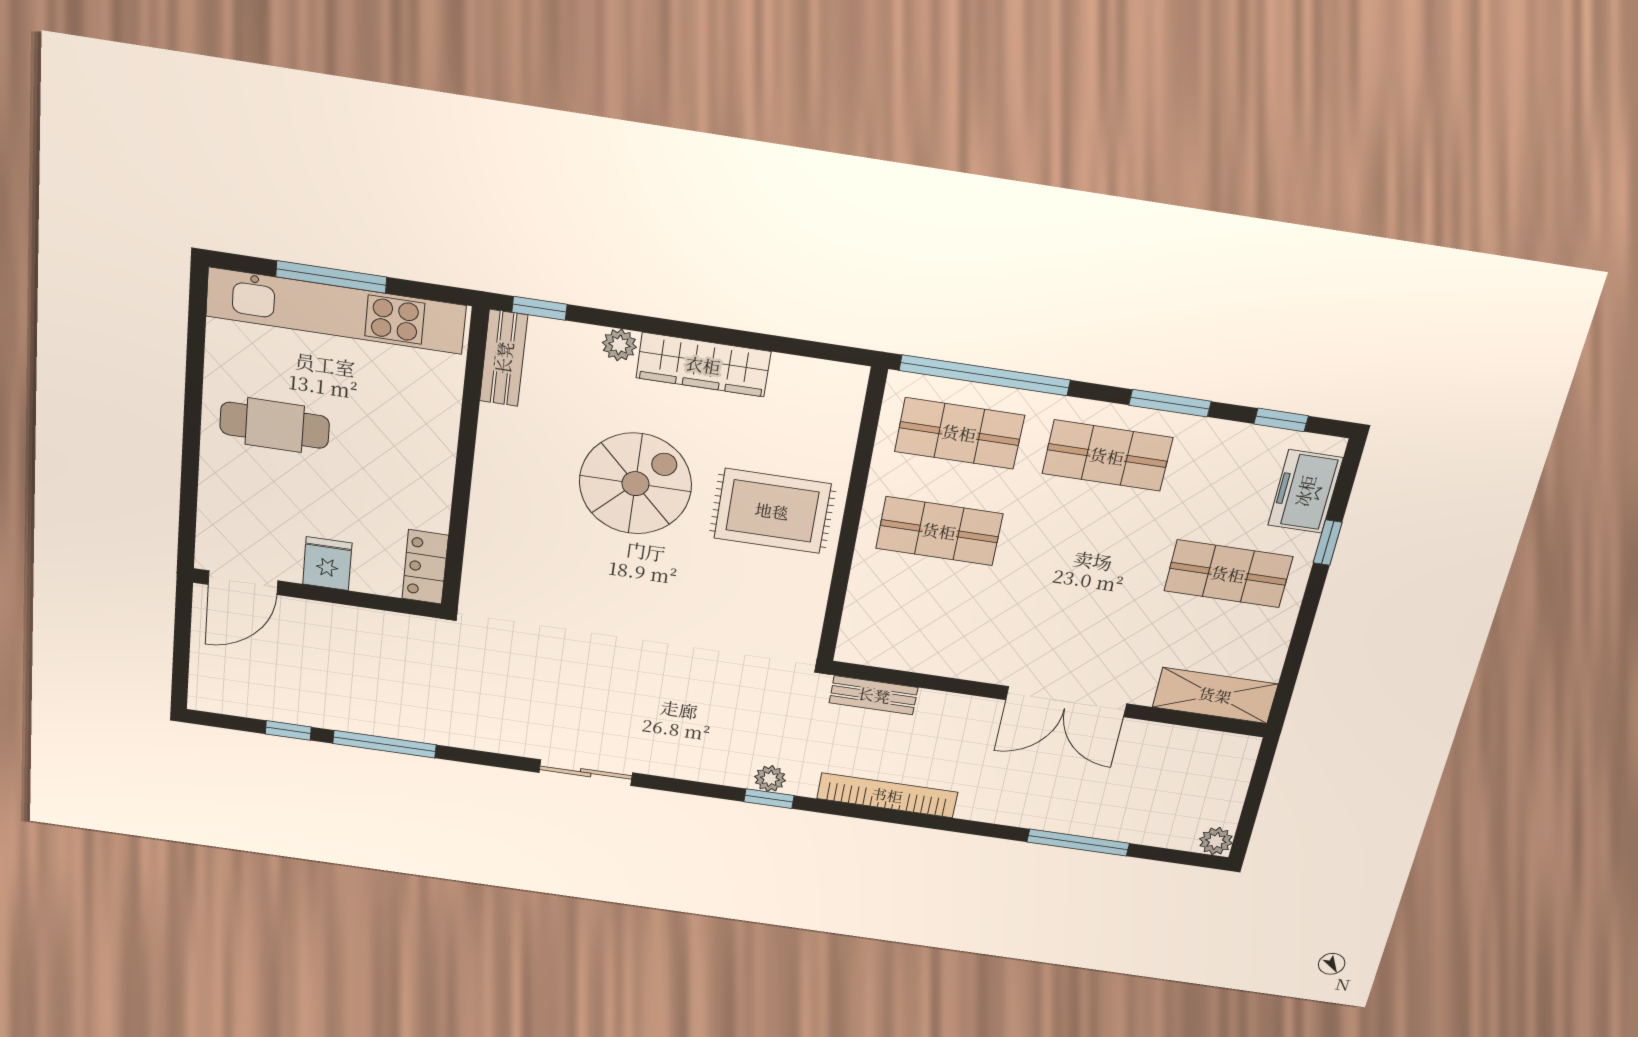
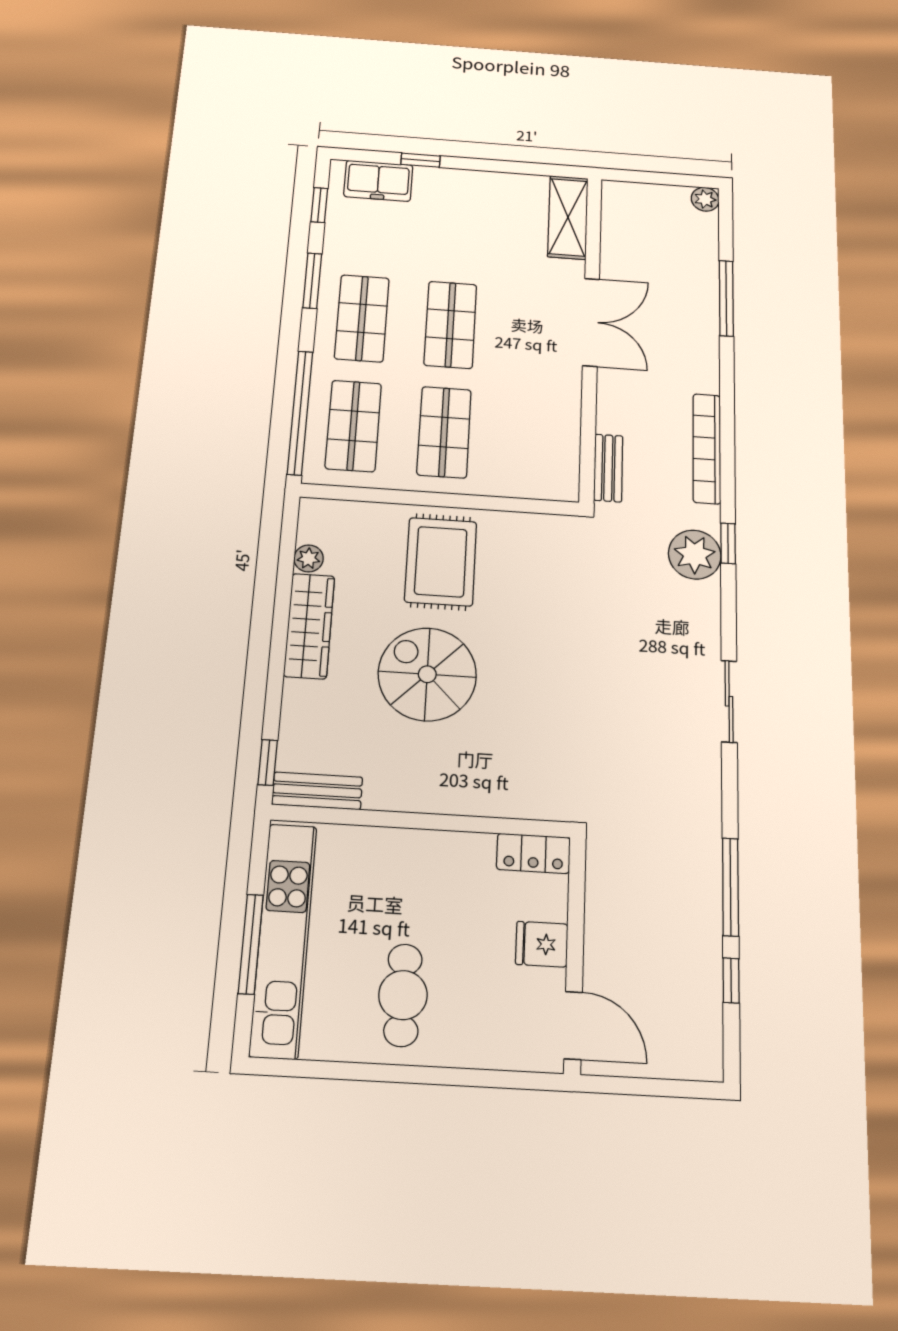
plant: (619, 345) -> (309, 558), moved
shop shelf: (1228, 574) -> (450, 325), moved
plant: (770, 779) -> (695, 555), width x1.87, depth x1.87

